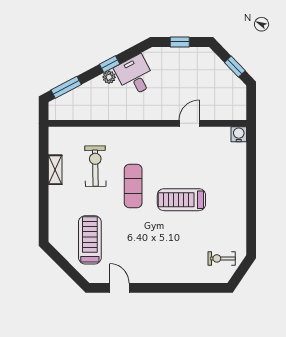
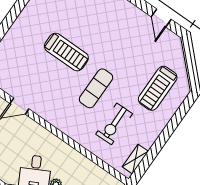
shelving: (55, 170) -> (135, 159), moved
treadmill: (90, 240) -> (158, 88), moved

